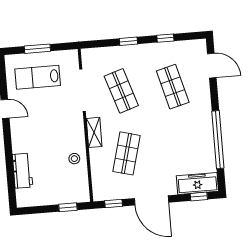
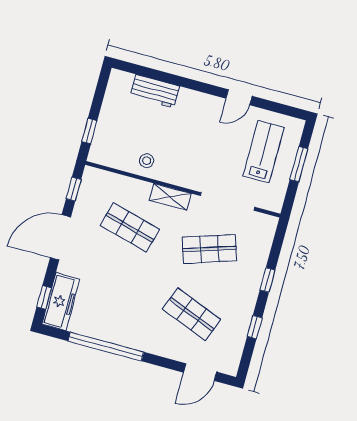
shop shelf: (173, 87) -> (192, 314), turned 36

